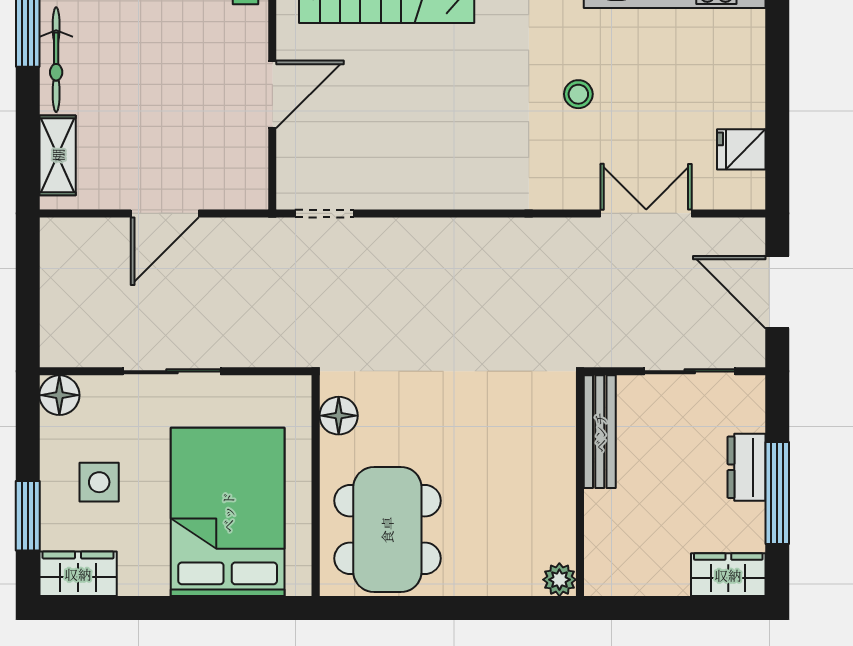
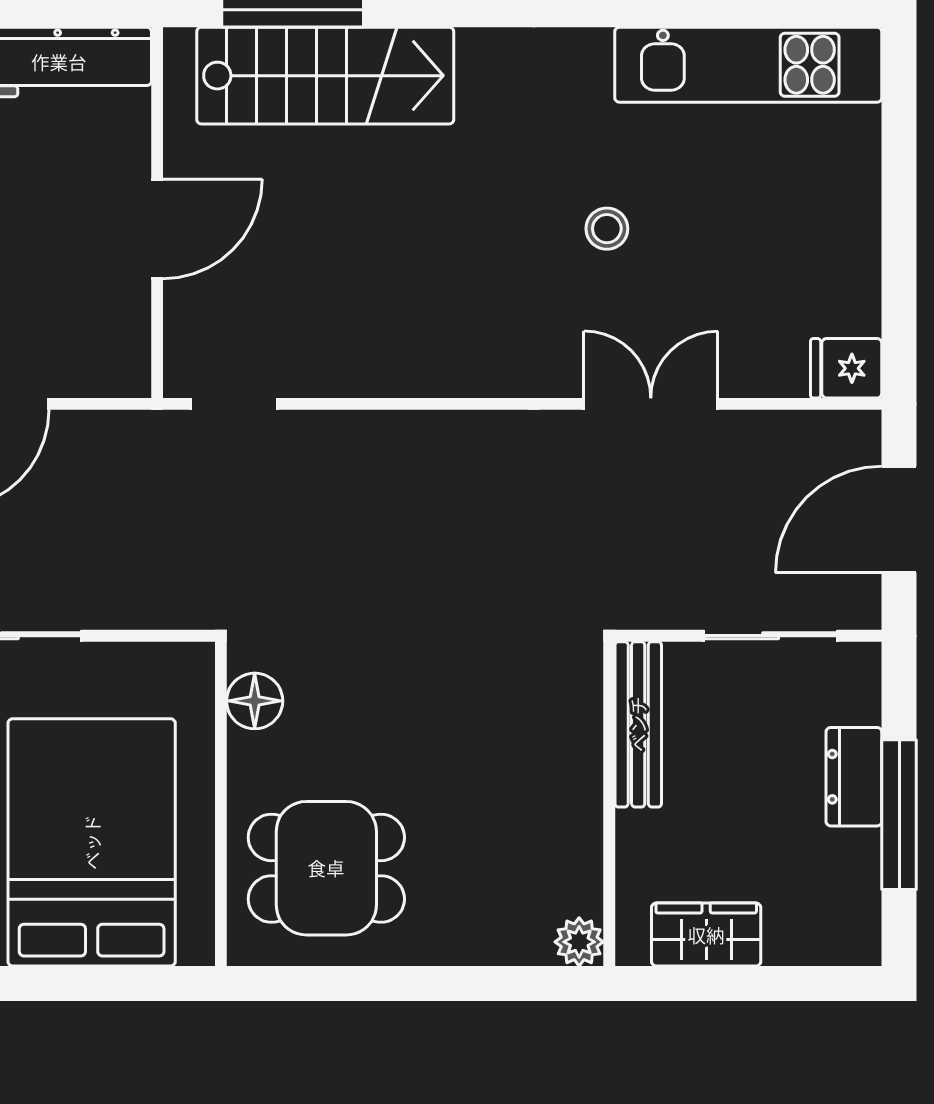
fridge: (741, 149) -> (846, 368), moved
double door: (646, 213) -> (651, 404), moved
door: (777, 292) -> (899, 519), hinge flipped
dining table: (387, 530) -> (326, 868), width x0.73
wardrobe: (728, 575) -> (706, 935), moved

